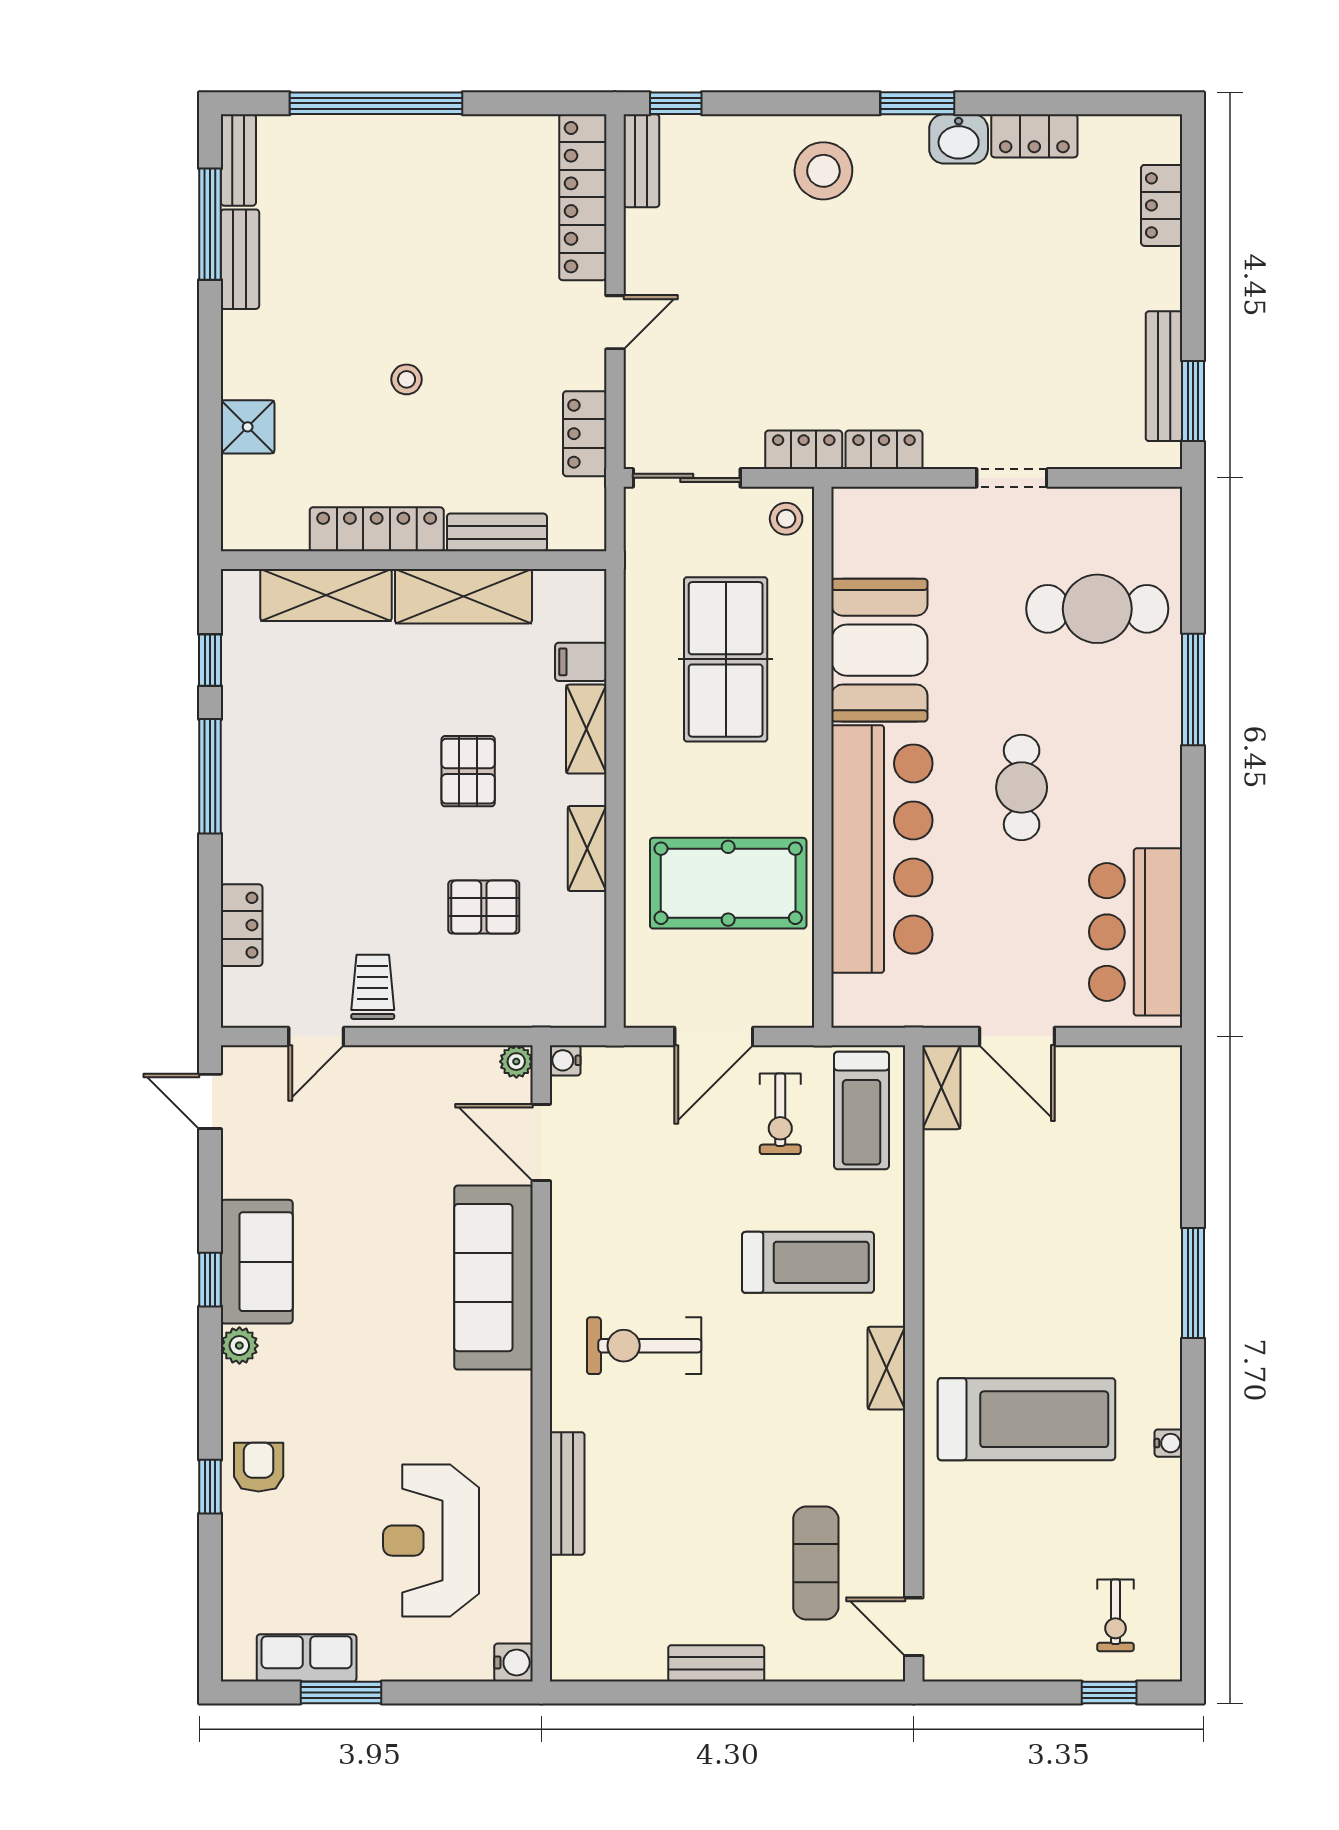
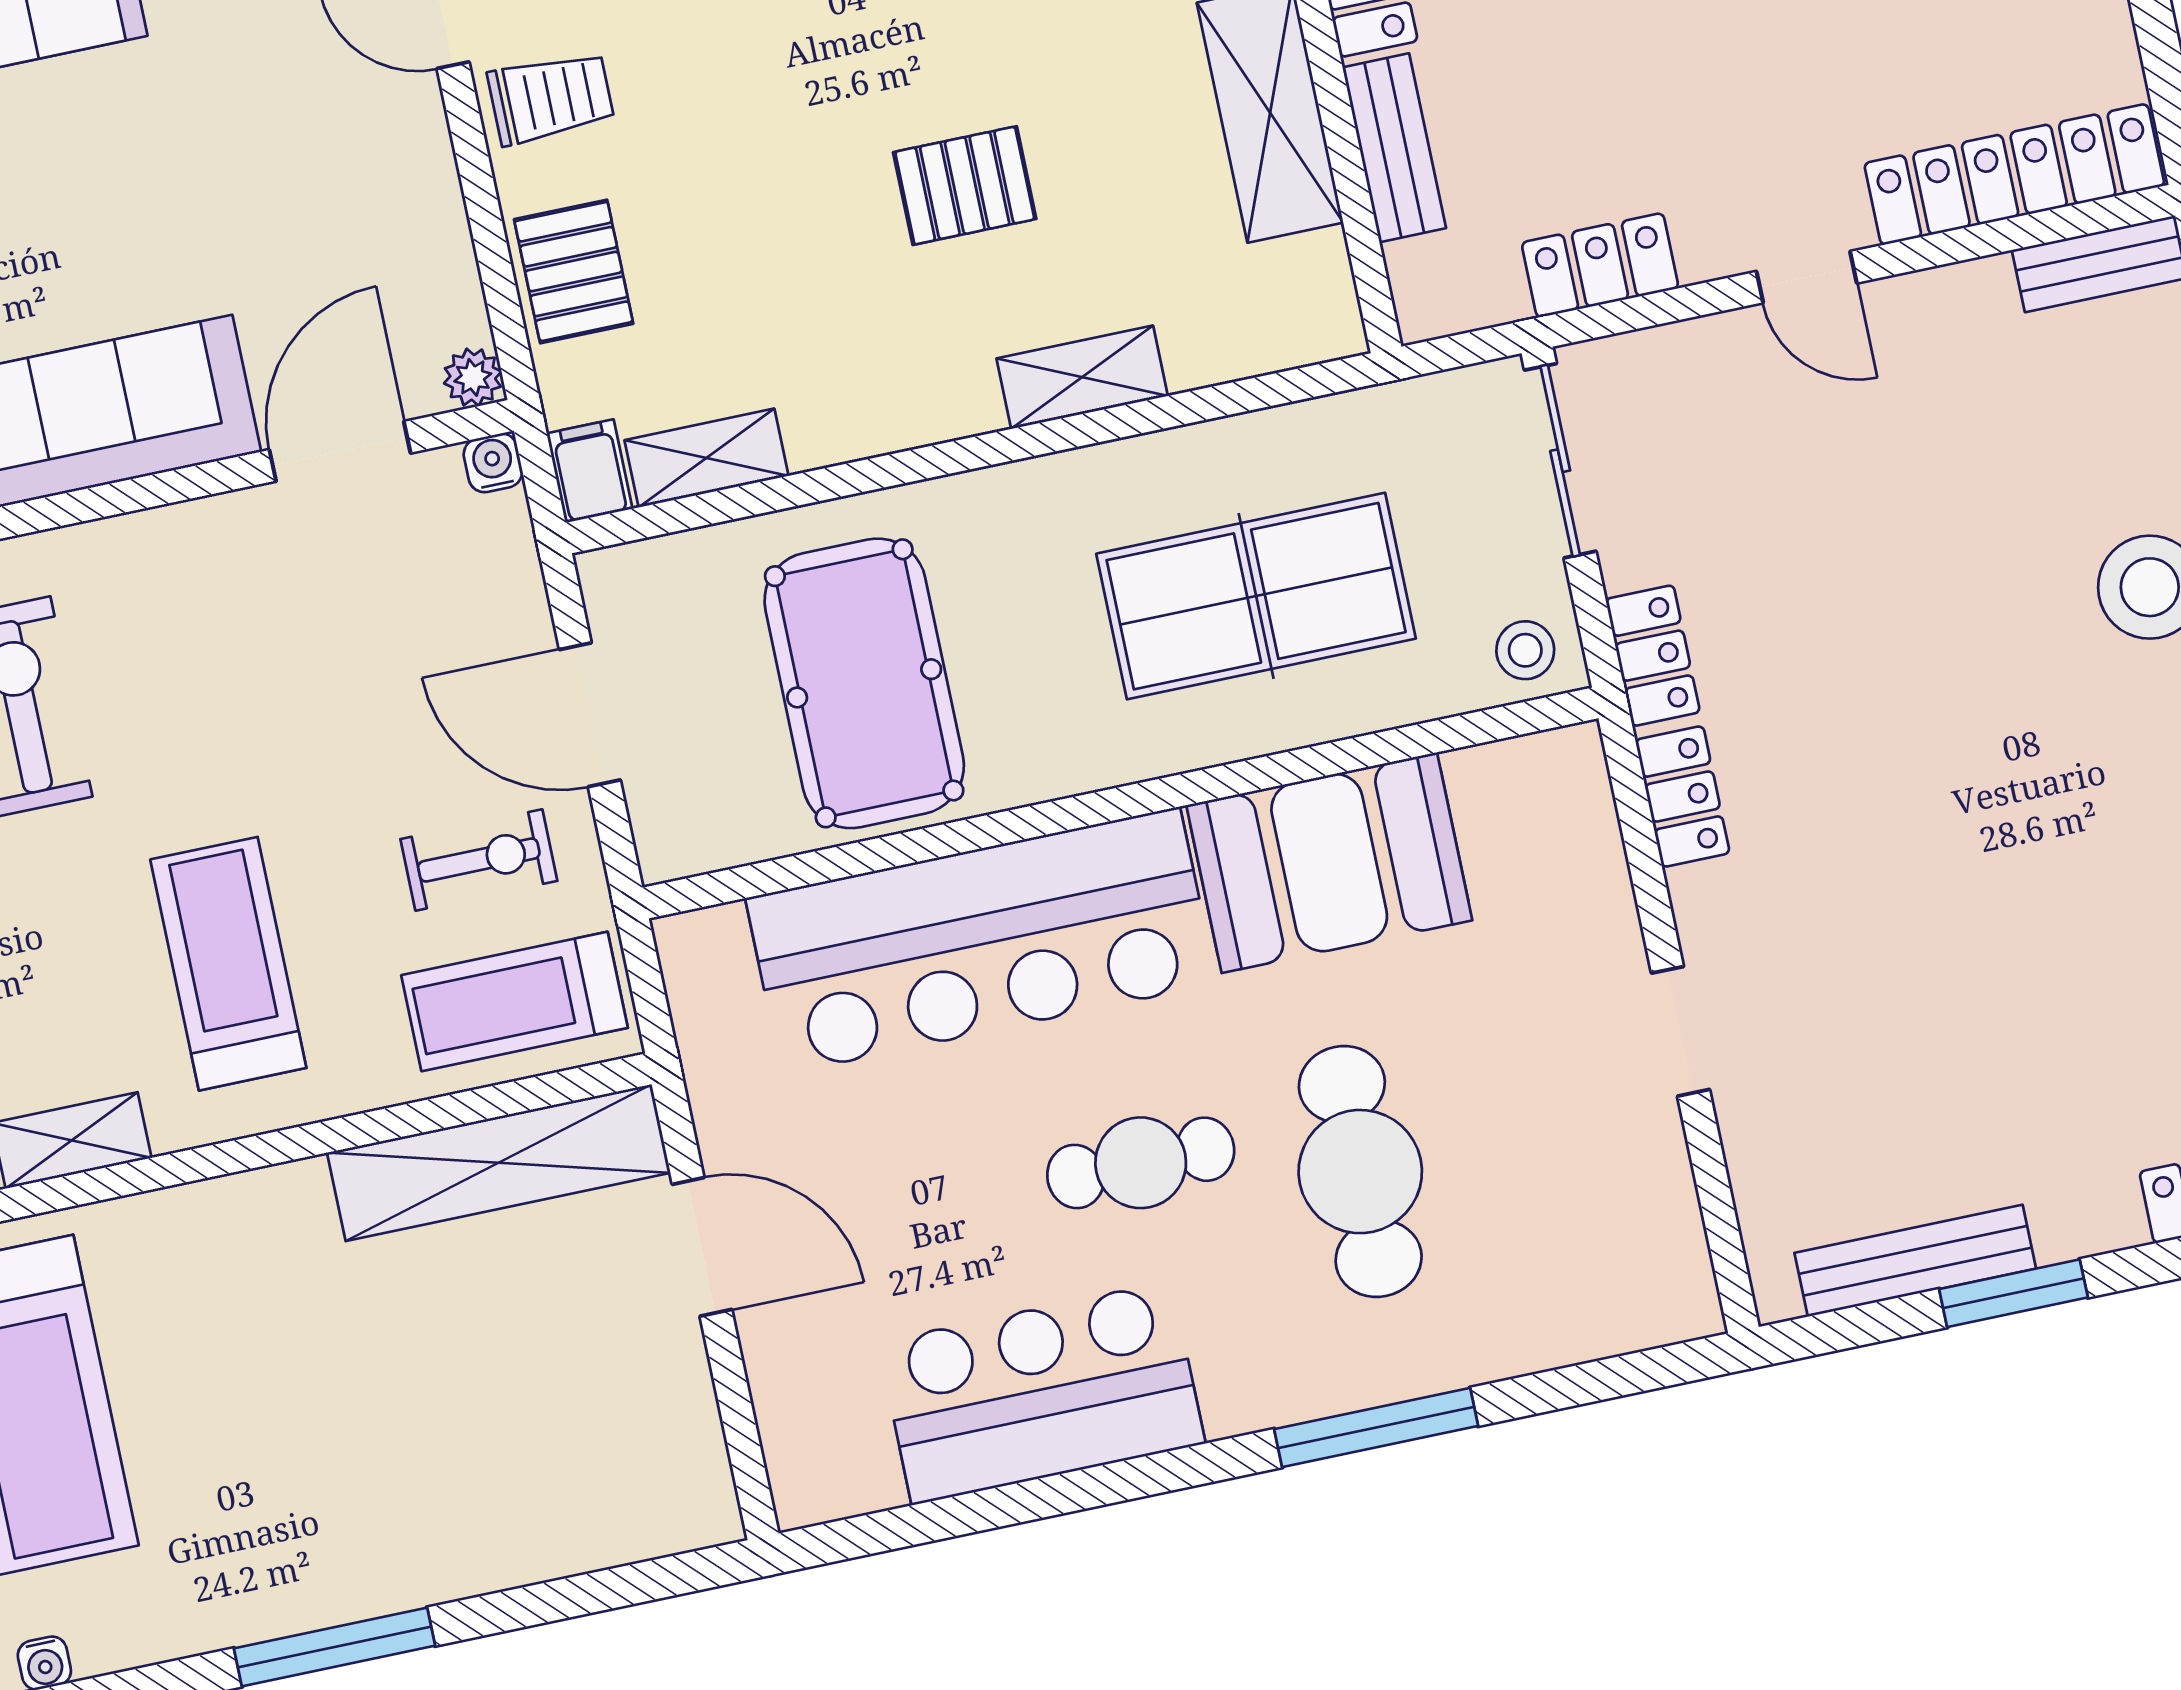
window: (1193, 401) -> (2013, 1293), moved
cafe table: (1097, 609) -> (1360, 1172), moved
filing cabinet: (581, 662) -> (589, 471), moved
shelving: (587, 848) -> (706, 458), moved
pallet: (484, 907) -> (574, 272), moved
bar counter: (1136, 932) -> (1042, 1393), moved
door: (1017, 1036) -> (702, 1247), swing flipped
shelving: (941, 1087) -> (499, 1163), width x2.20, depth x1.33
exercise bike: (780, 1114) -> (479, 860), turned 180
treadmill: (808, 1262) -> (228, 964), turned 180

